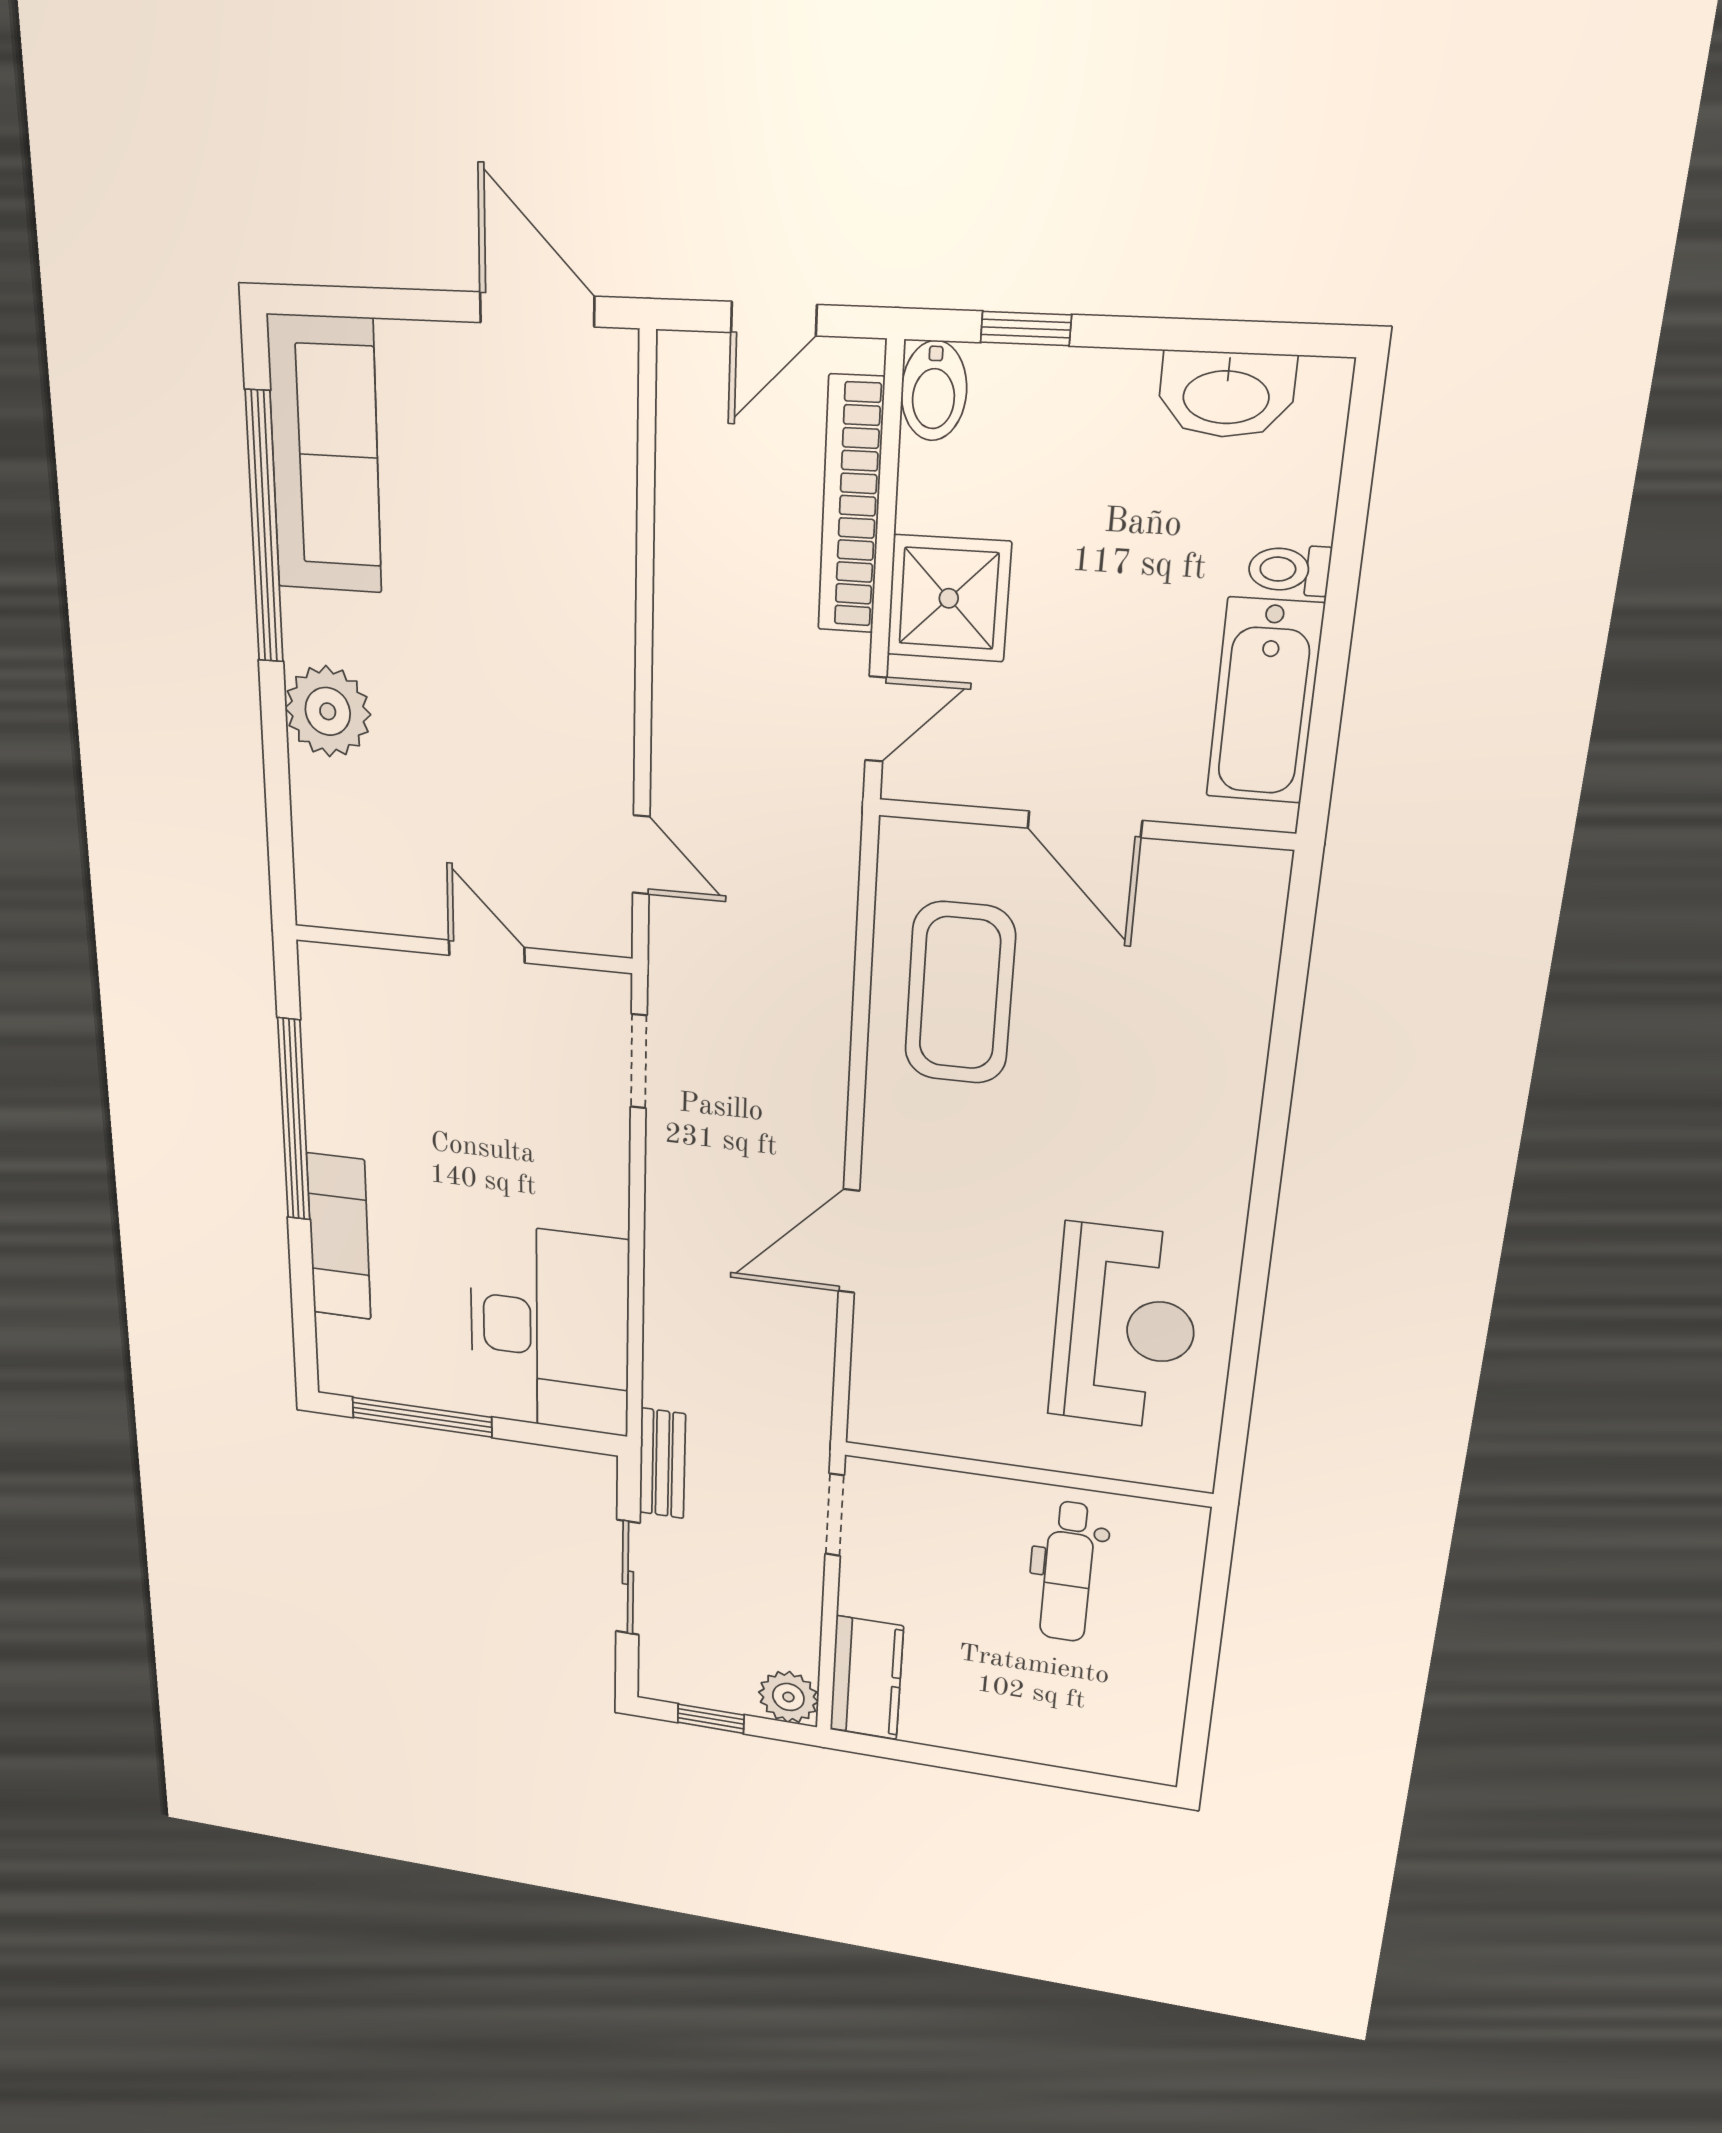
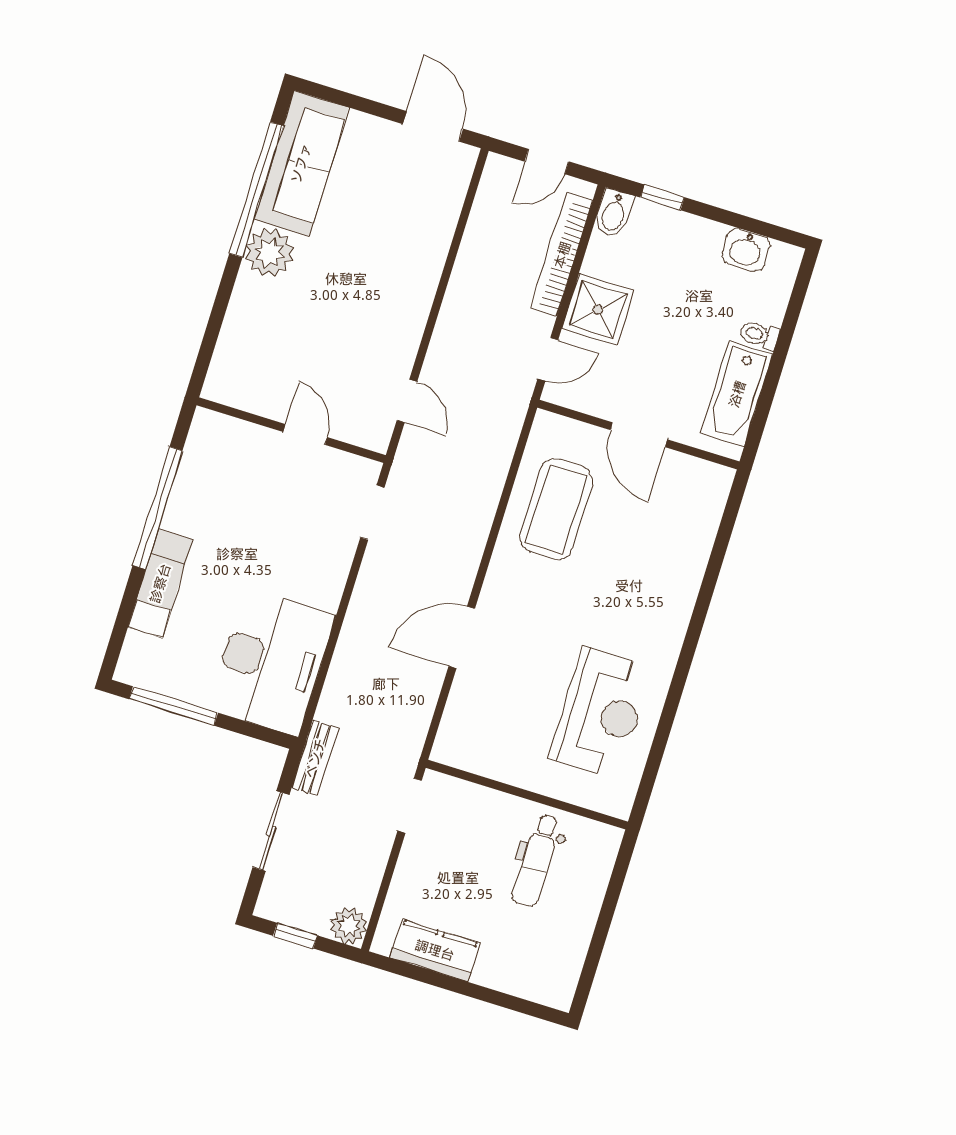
washbasin: (1226, 395) -> (746, 250), width x0.72
plant: (328, 711) -> (269, 253), moved
kitchen counter: (866, 1678) -> (435, 950), moved, turned -90

